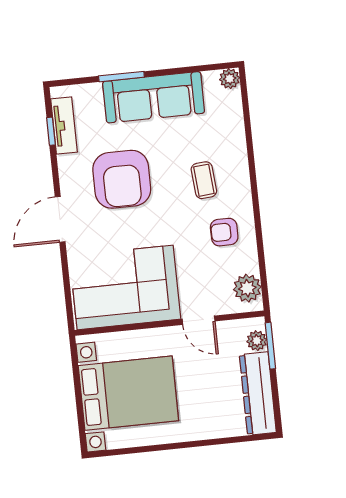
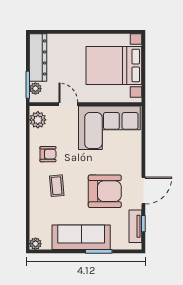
armchair: (122, 179) -> (105, 191), turned 90
door: (60, 219) -> (143, 191), moved

